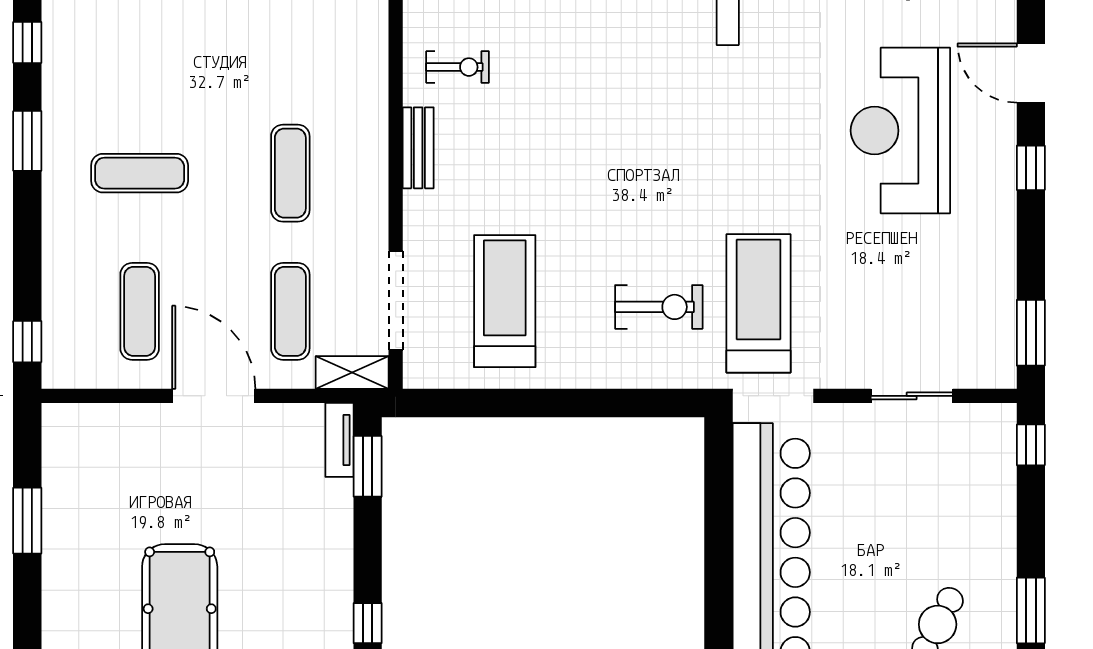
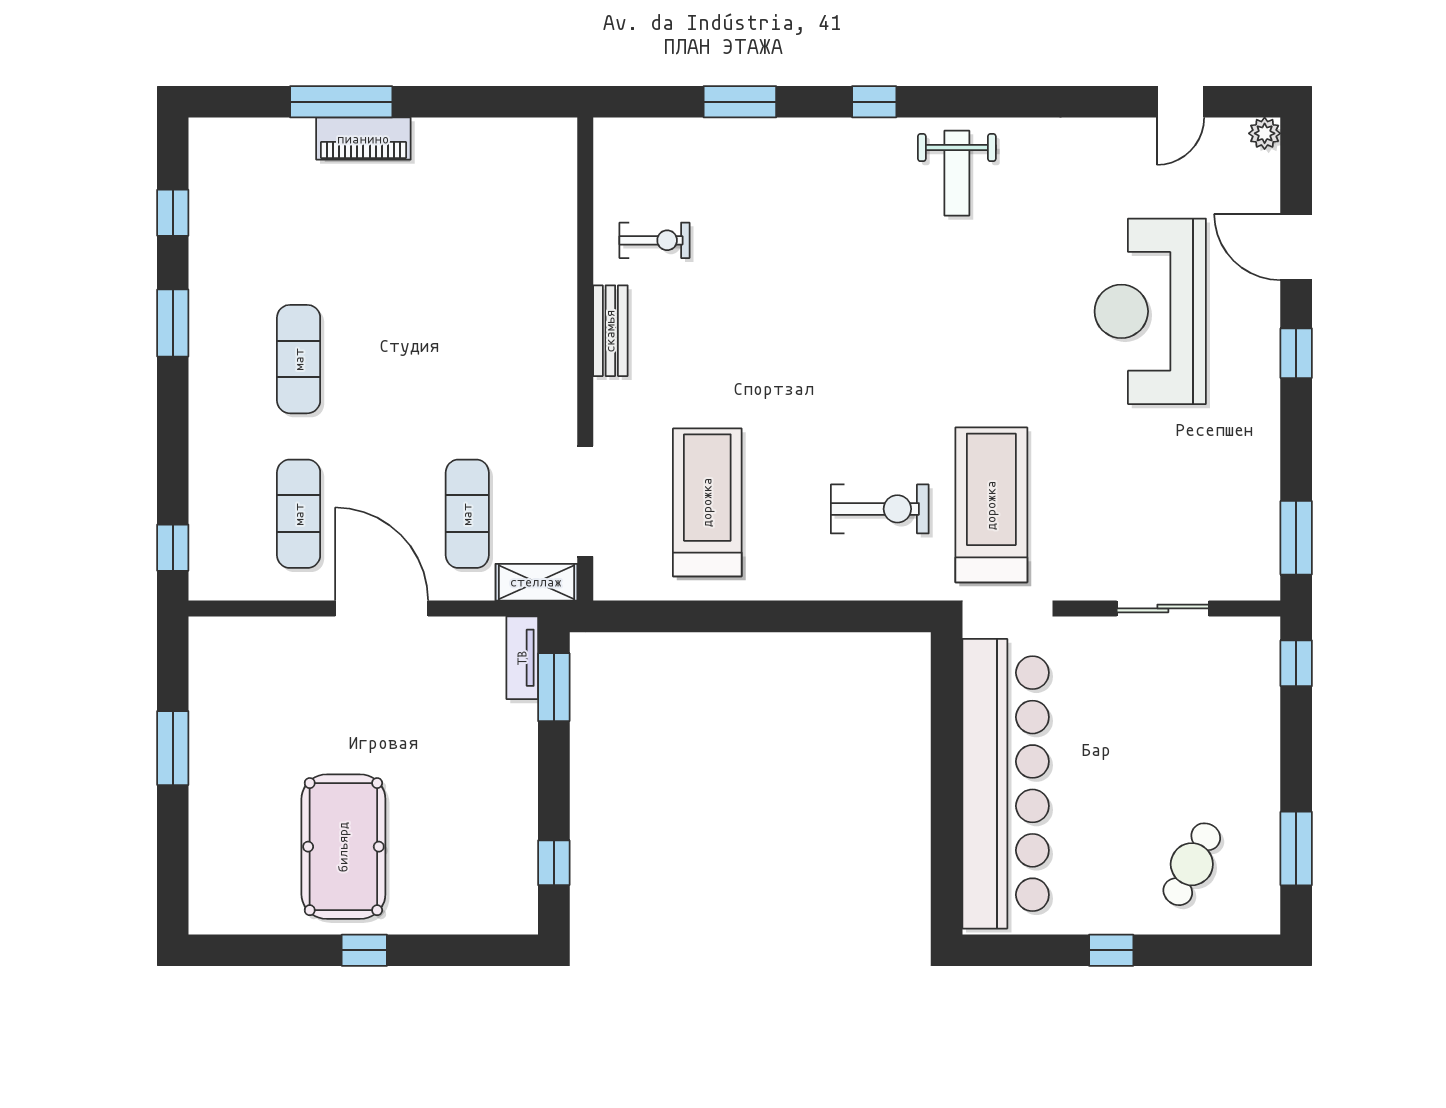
exercise mat: (140, 173) -> (299, 359), turned 90
exercise mat: (290, 173) -> (467, 359), removed

